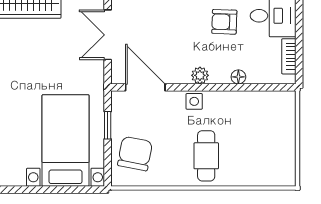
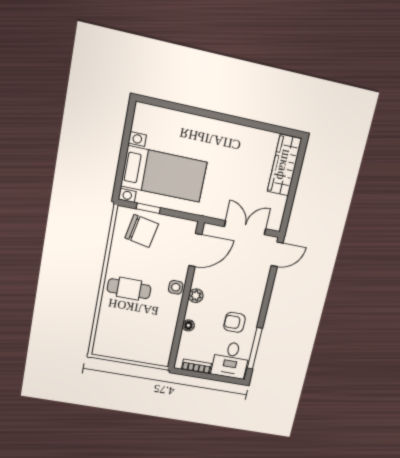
armchair: (224, 22) -> (234, 322), turned -92
window: (108, 125) -> (148, 208), moved

